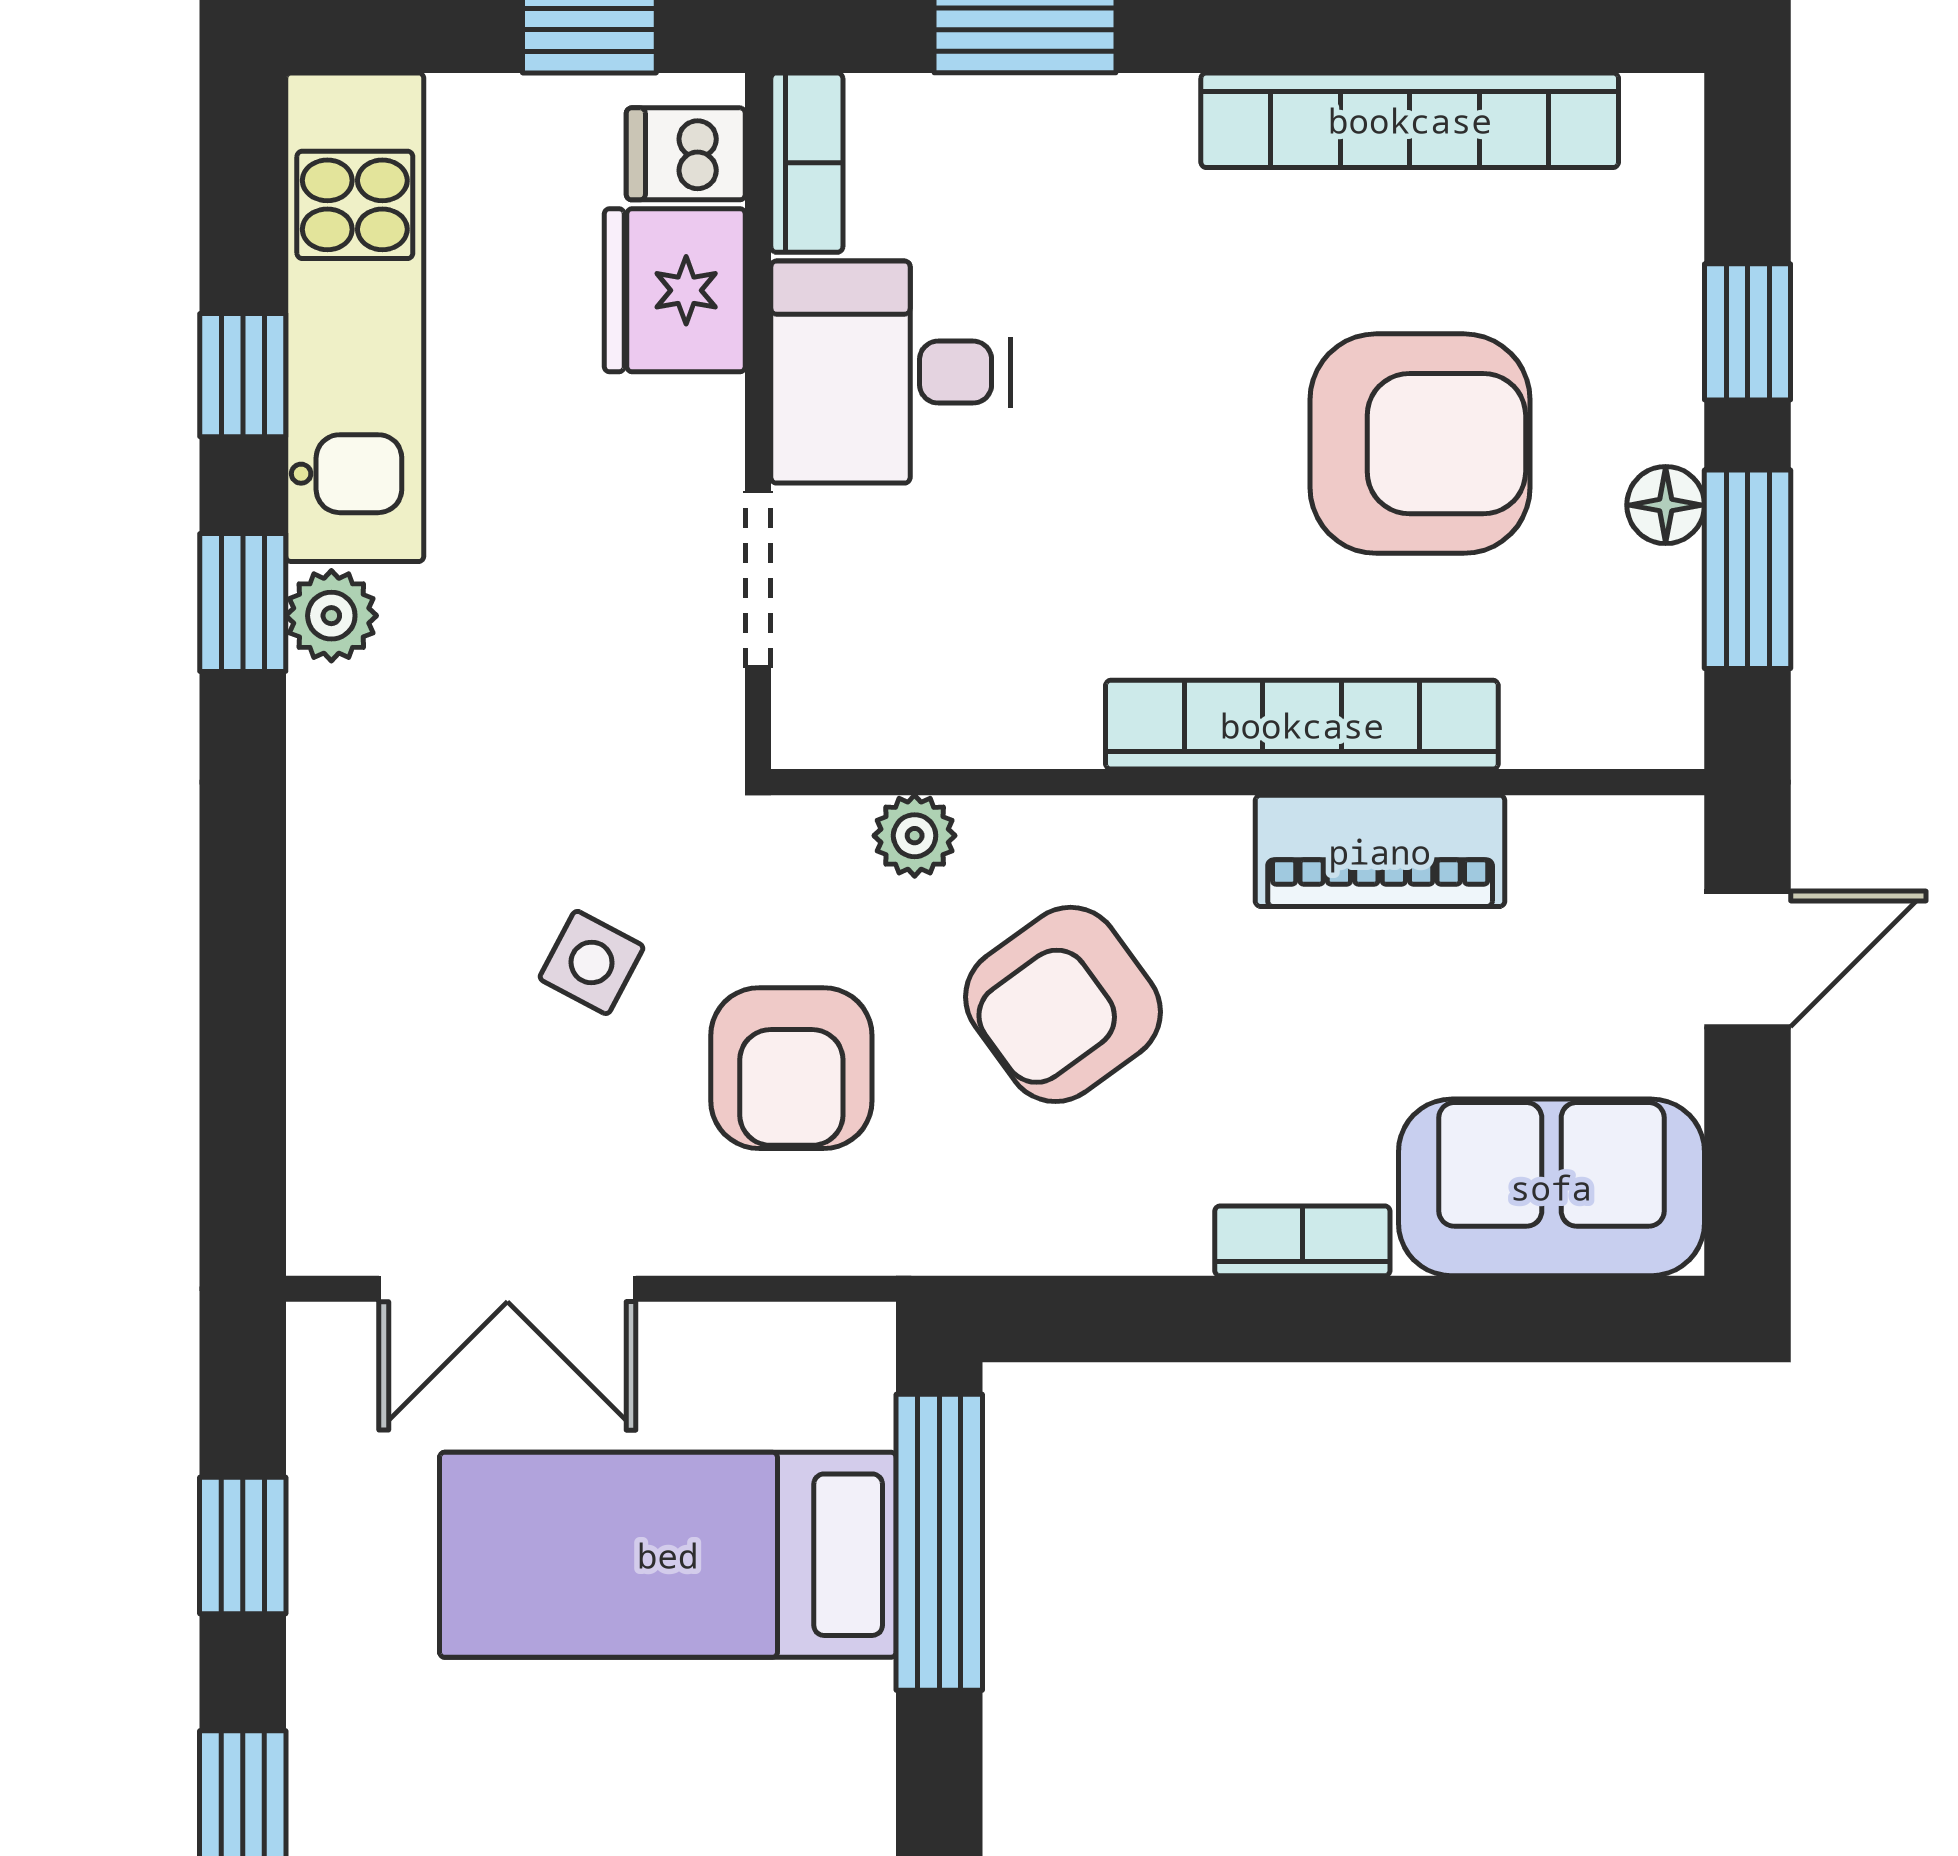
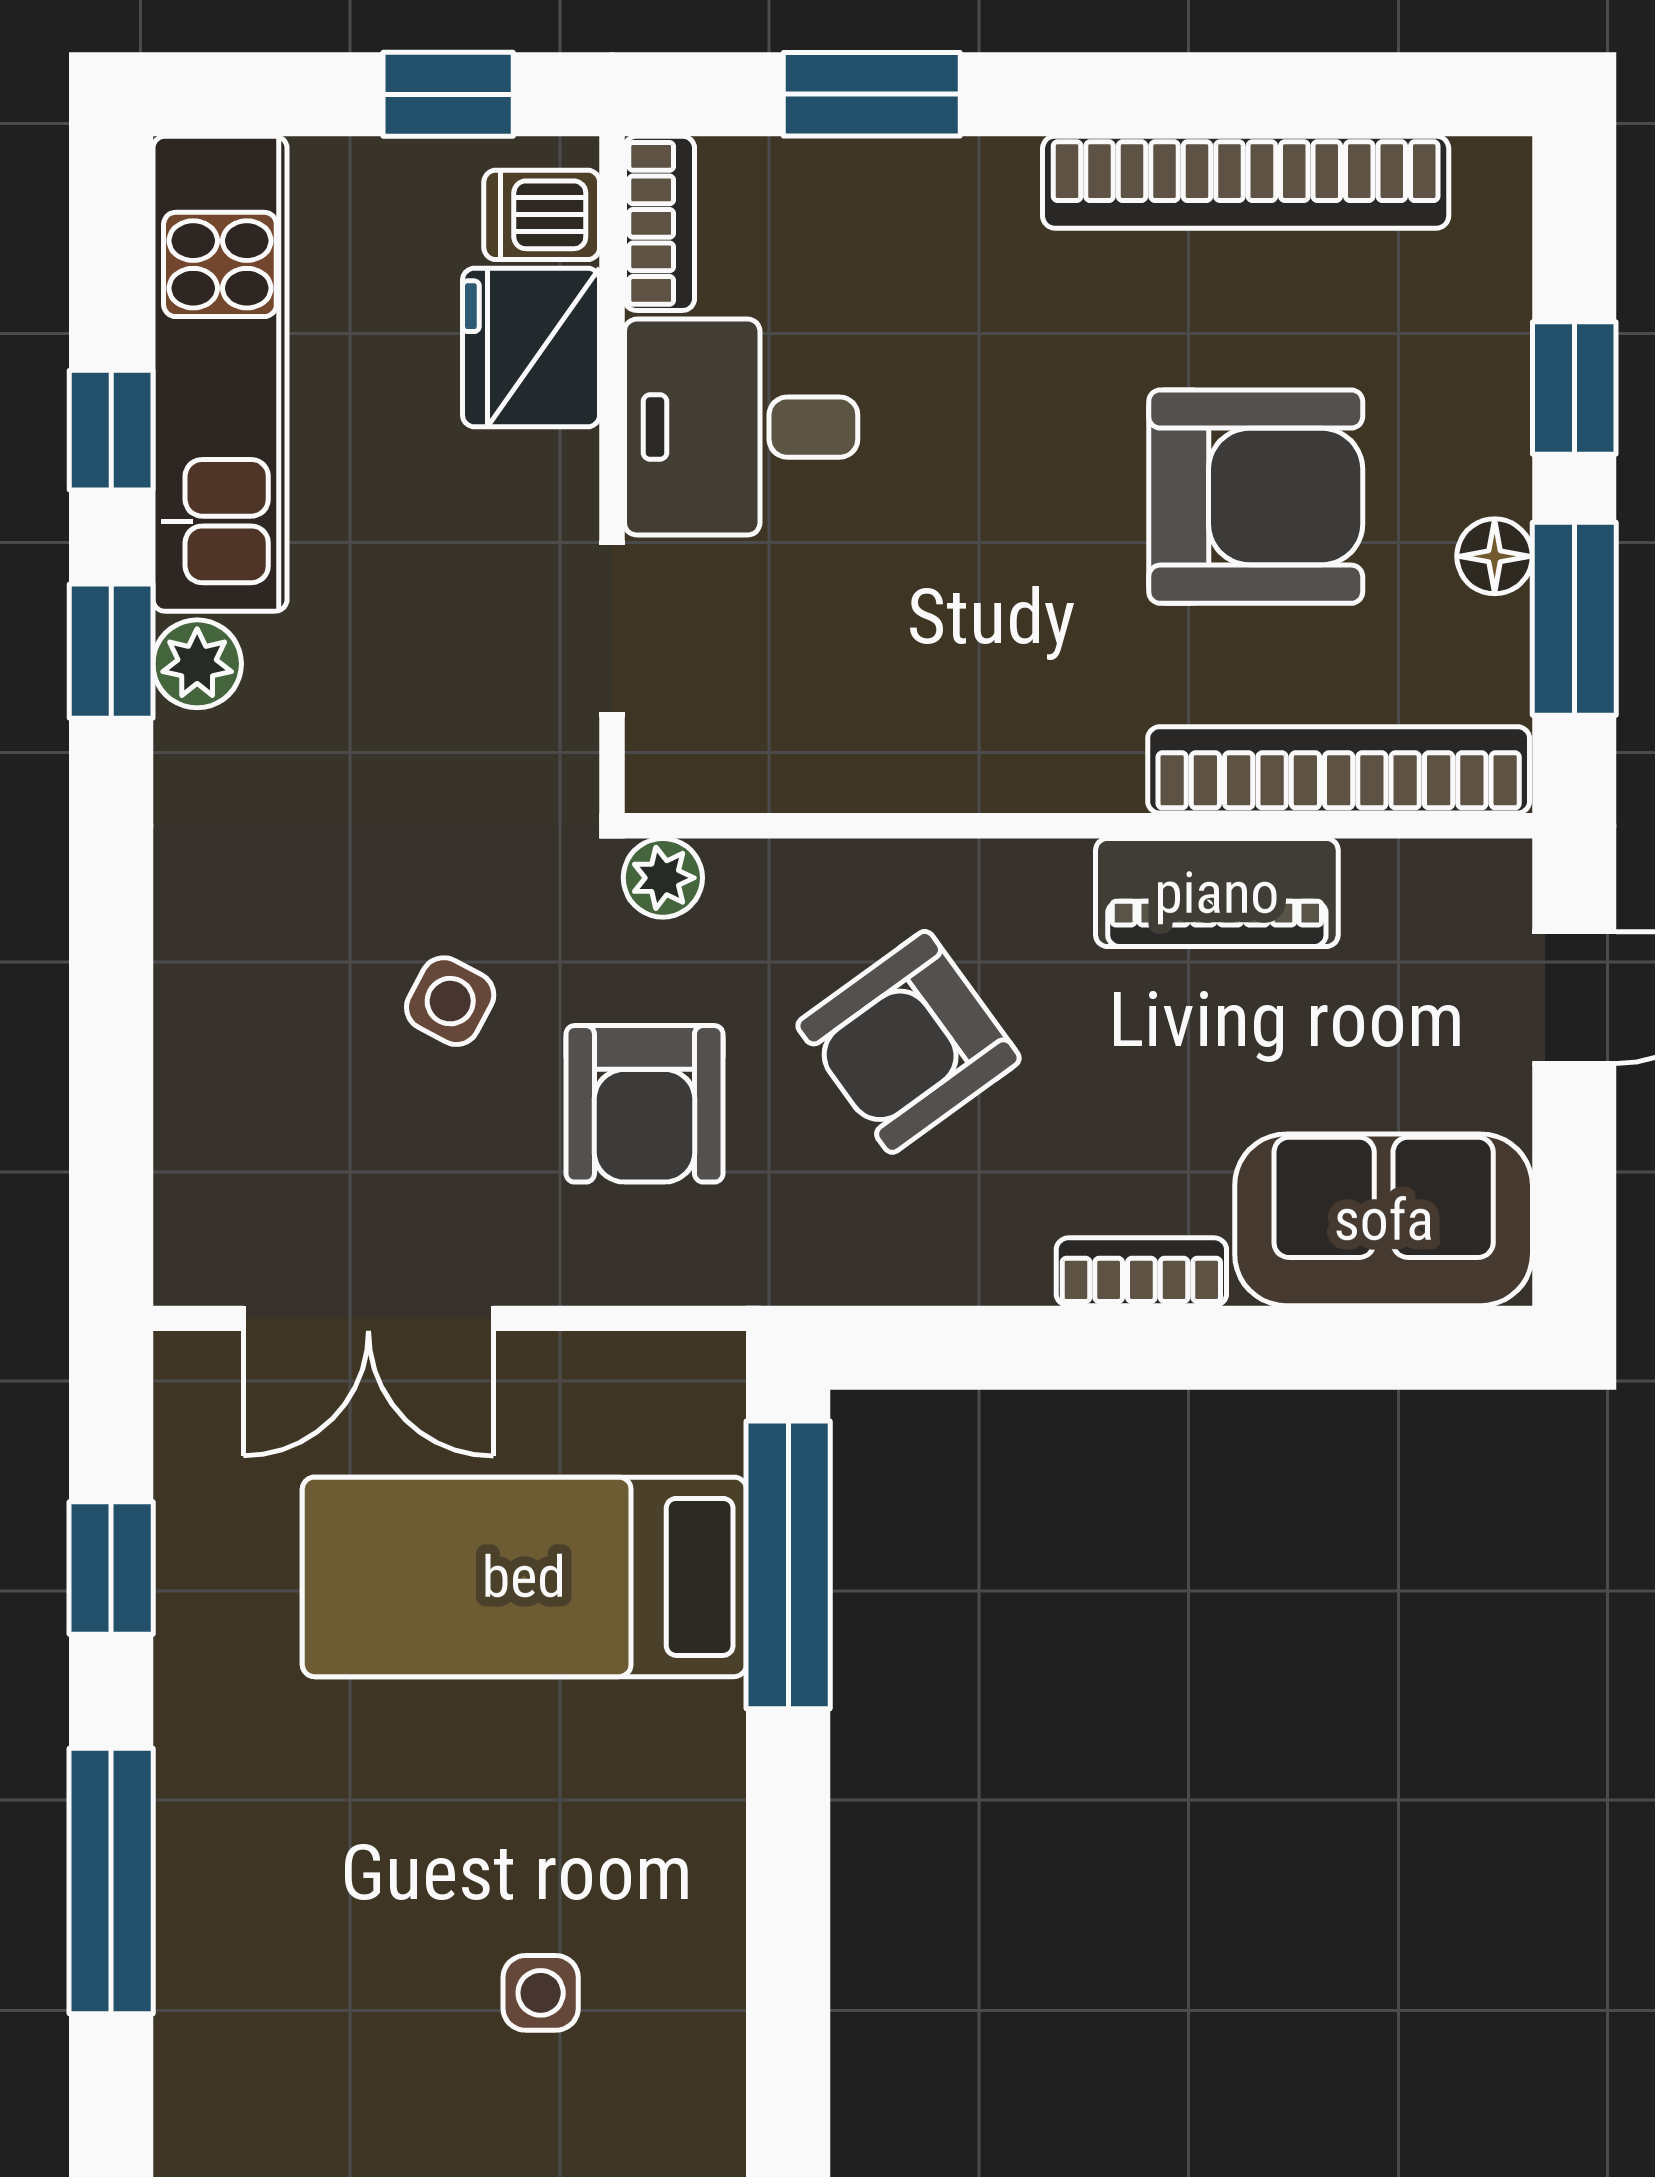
bookcase: (1302, 725) -> (1339, 770), moved
plant: (915, 836) -> (663, 878), moved

